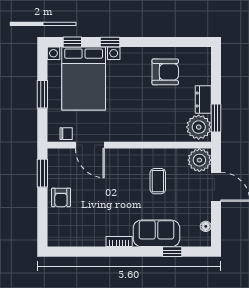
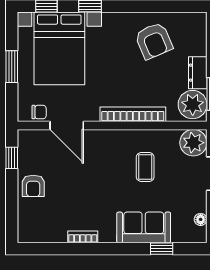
armchair: (165, 72) -> (154, 41), turned 67
bookcase: (147, 135) -> (133, 114), added
window: (42, 173) -> (12, 158), width x0.67
bookcase: (119, 242) -> (83, 237), moved

